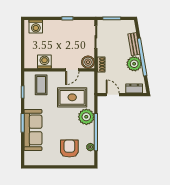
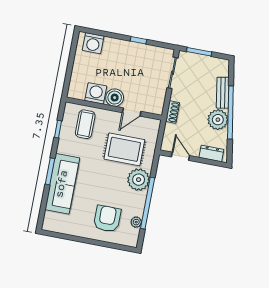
boiler: (88, 62) -> (115, 98), moved

